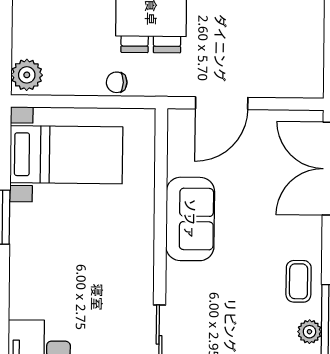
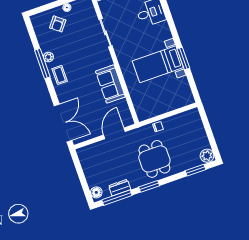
plant: (27, 75) -> (194, 117), removed
bed with nightstands: (66, 155) -> (158, 64), moved

